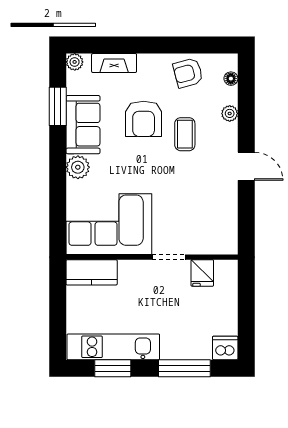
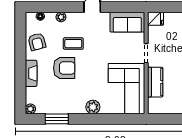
fireplace: (114, 63) -> (31, 73), moved
sofa: (83, 125) -> (127, 22), moved, turned 180
kitchen counter: (92, 272) -> (155, 82), moved
fridge: (202, 273) -> (156, 19), moved

